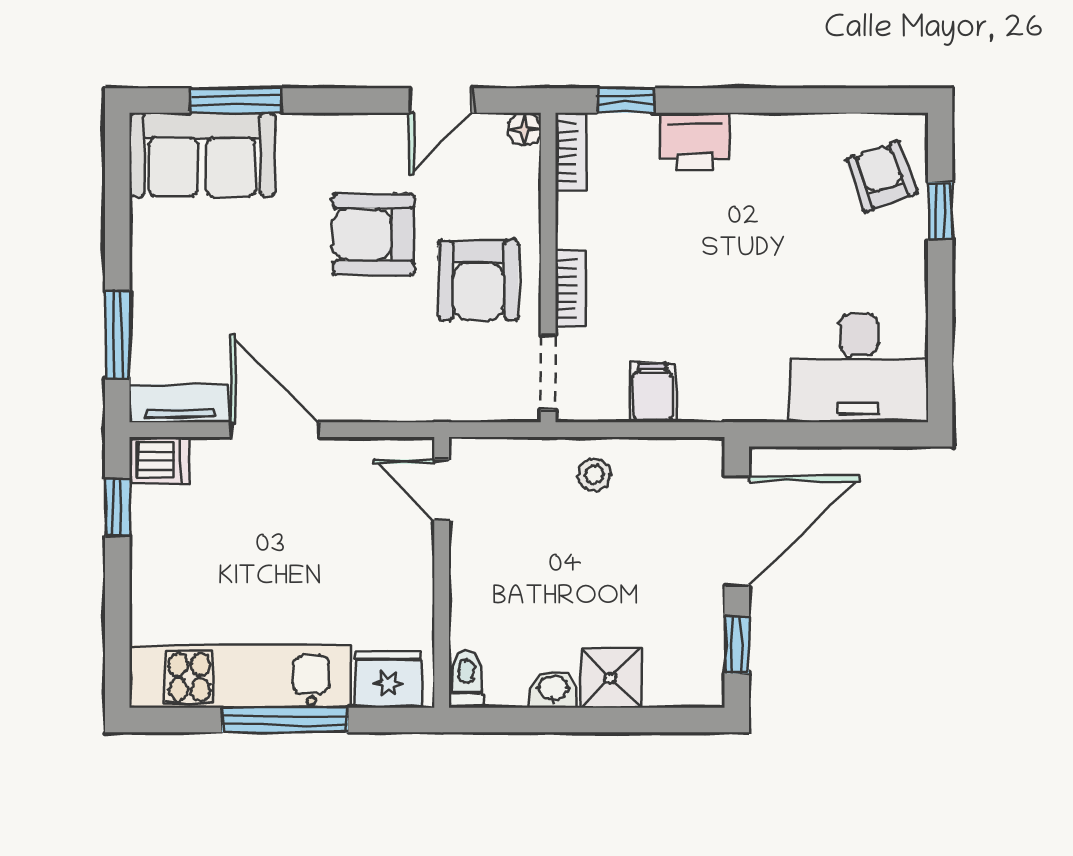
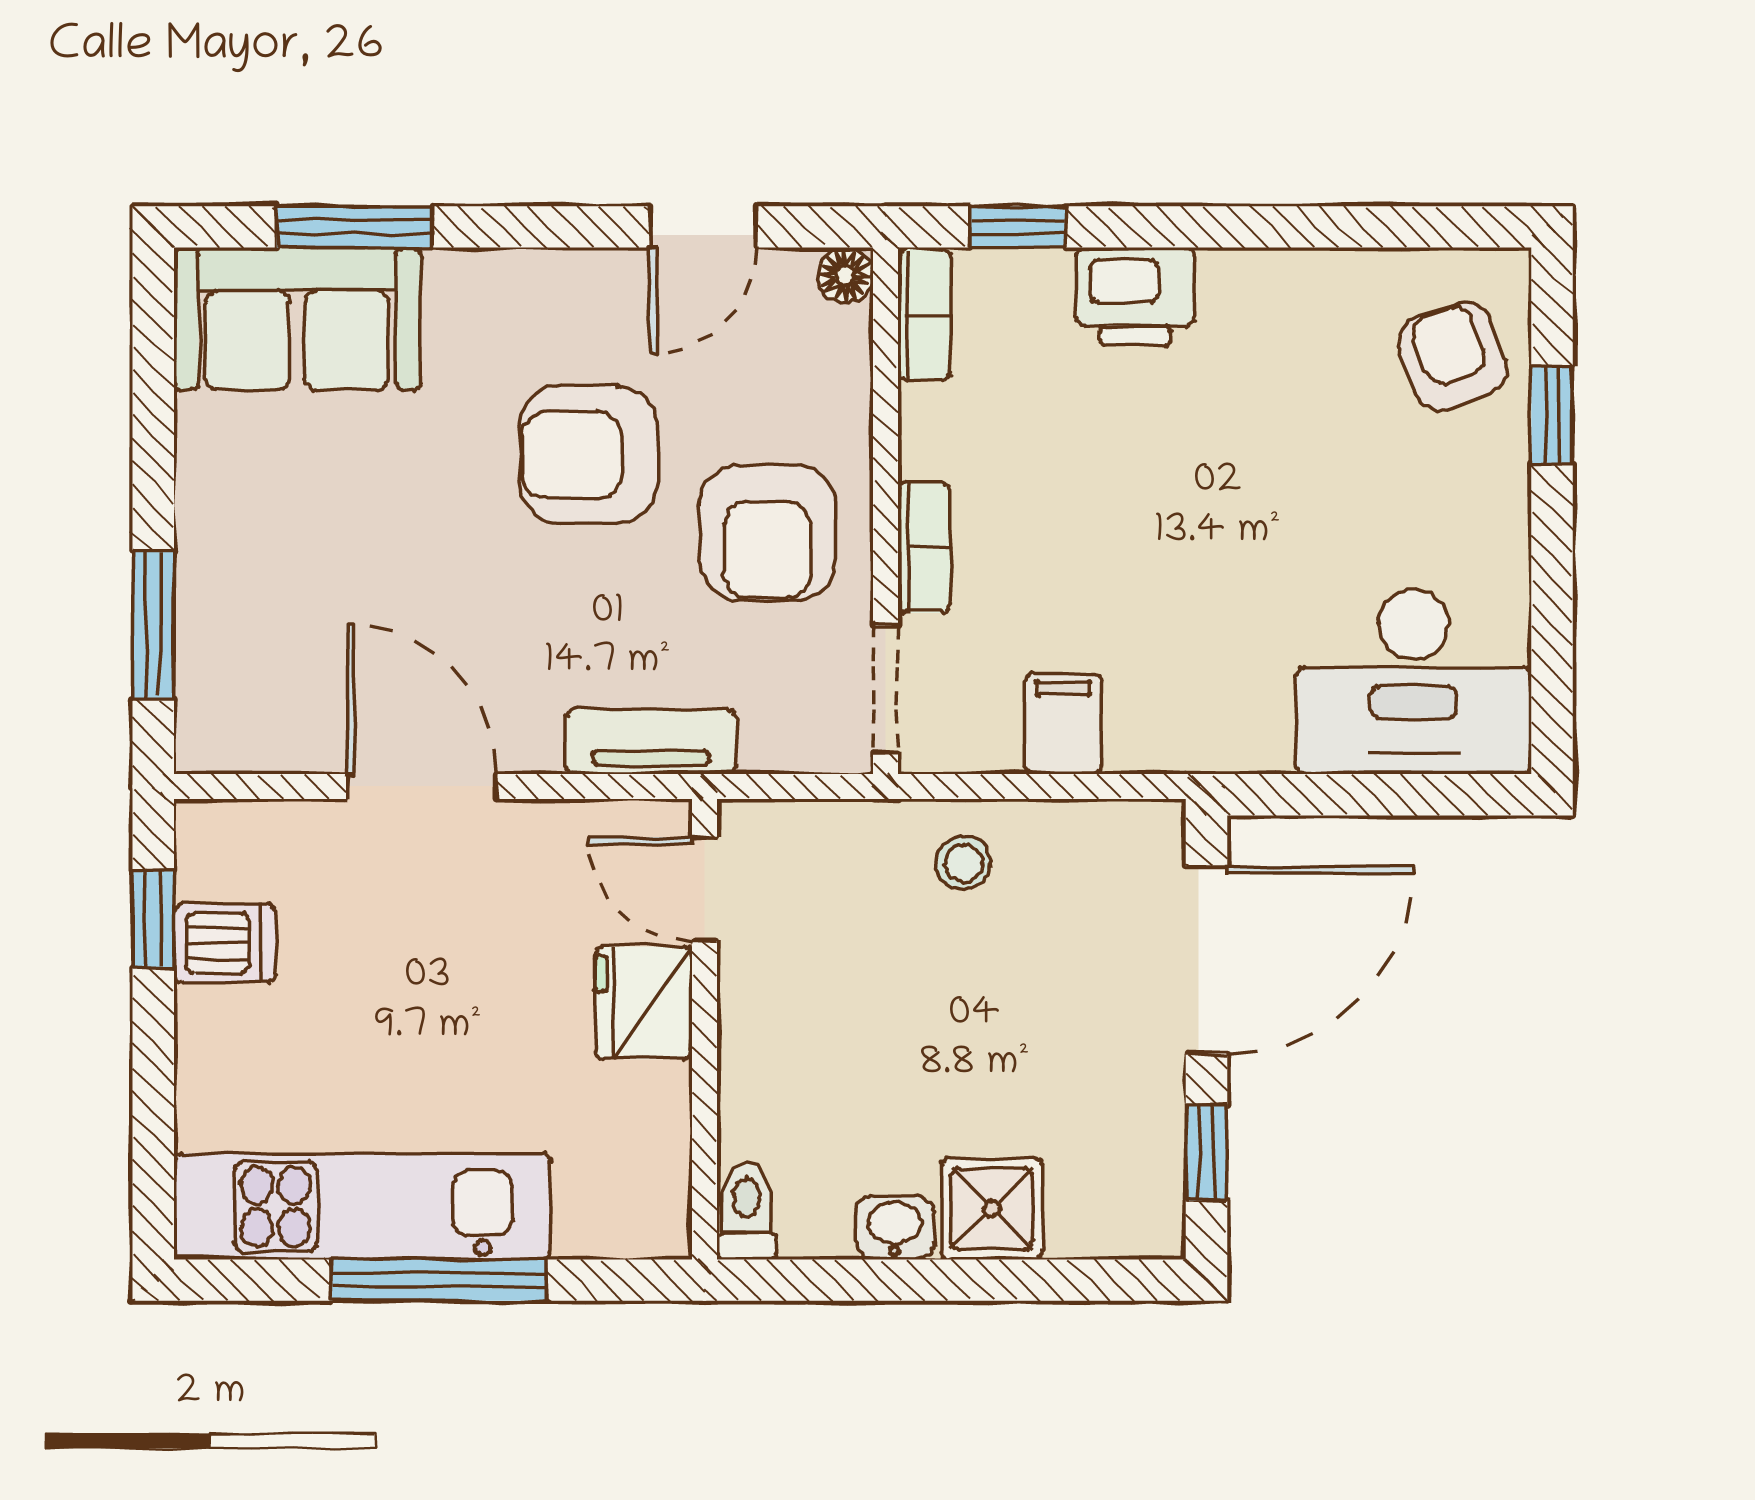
tv unit: (179, 403) -> (651, 742), moved
dishwasher: (159, 460) -> (225, 943), moved
fridge: (388, 679) -> (644, 1003), moved, turned -90

